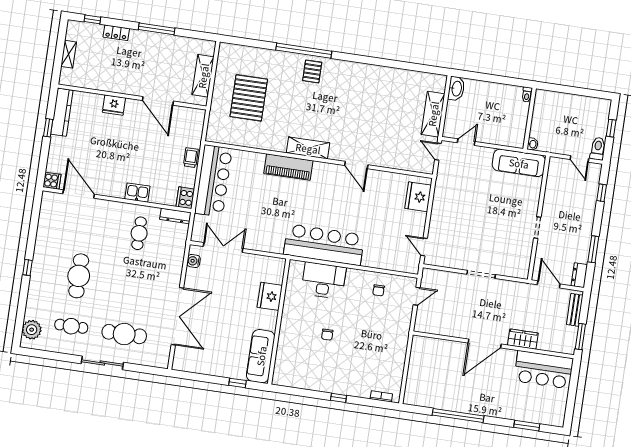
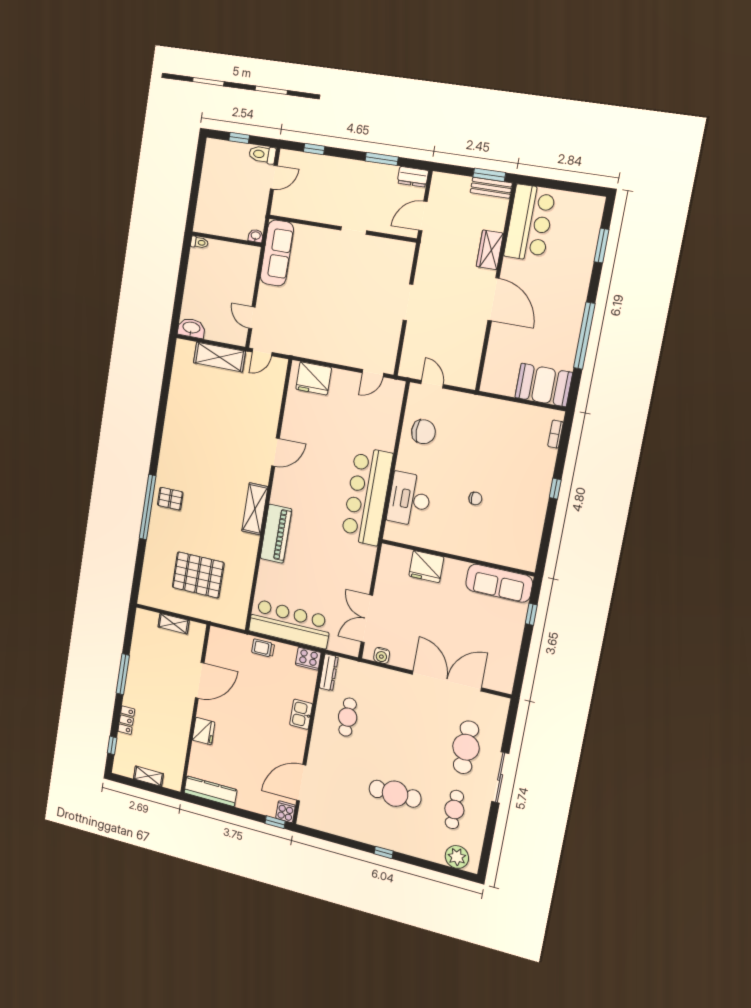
shelving: (203, 76) -> (174, 624), width x0.67, depth x0.75
window: (48, 128) -> (275, 822), moved
cafe table: (139, 233) -> (348, 717), turned 90
chair: (379, 290) -> (423, 432), width x1.87, depth x1.87
bench: (575, 310) -> (491, 188), moved
booth: (419, 386) -> (544, 385), added

